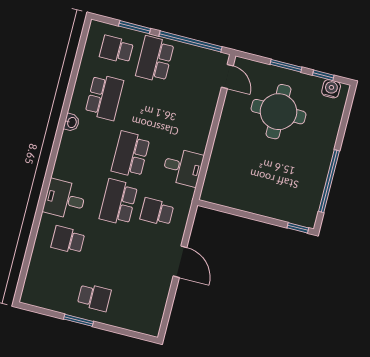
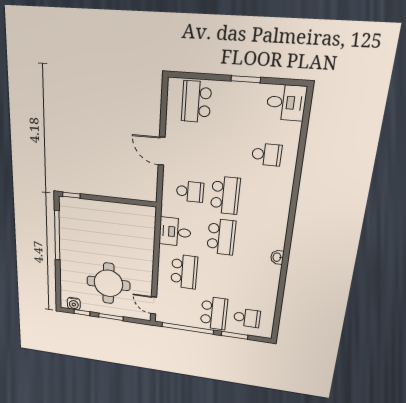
school desk: (104, 97) -> (184, 272), moved, turned 180
desk: (65, 199) -> (286, 102), moved
school desk: (94, 297) -> (196, 102), moved, width x1.85

